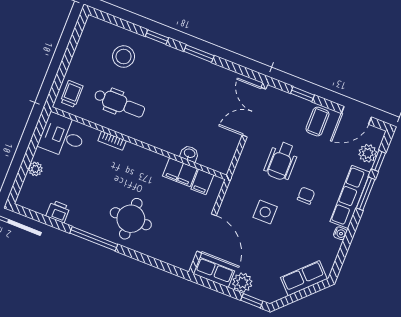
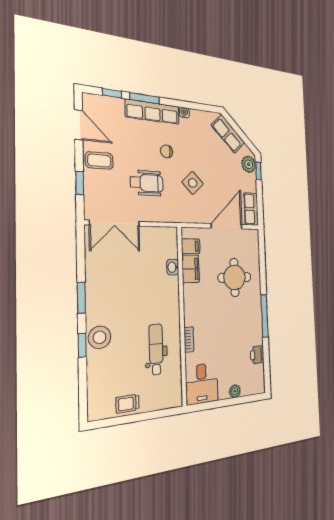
stool: (124, 57) -> (100, 337), moved
trolley: (72, 94) -> (127, 404), moved
plant: (368, 153) -> (109, 105), removed
side table: (265, 212) -> (193, 183), turned 45
round table: (131, 219) -> (235, 277), moved
plant: (242, 283) -> (249, 164), moved

